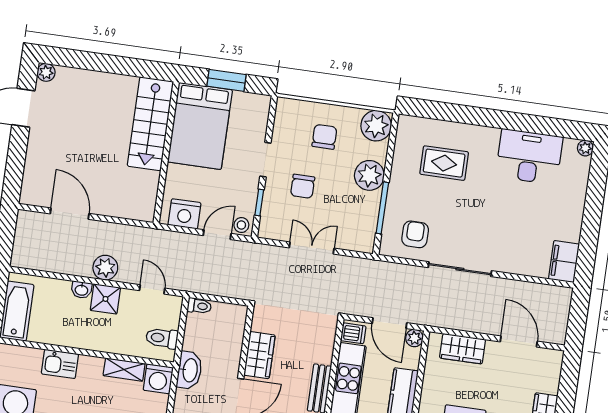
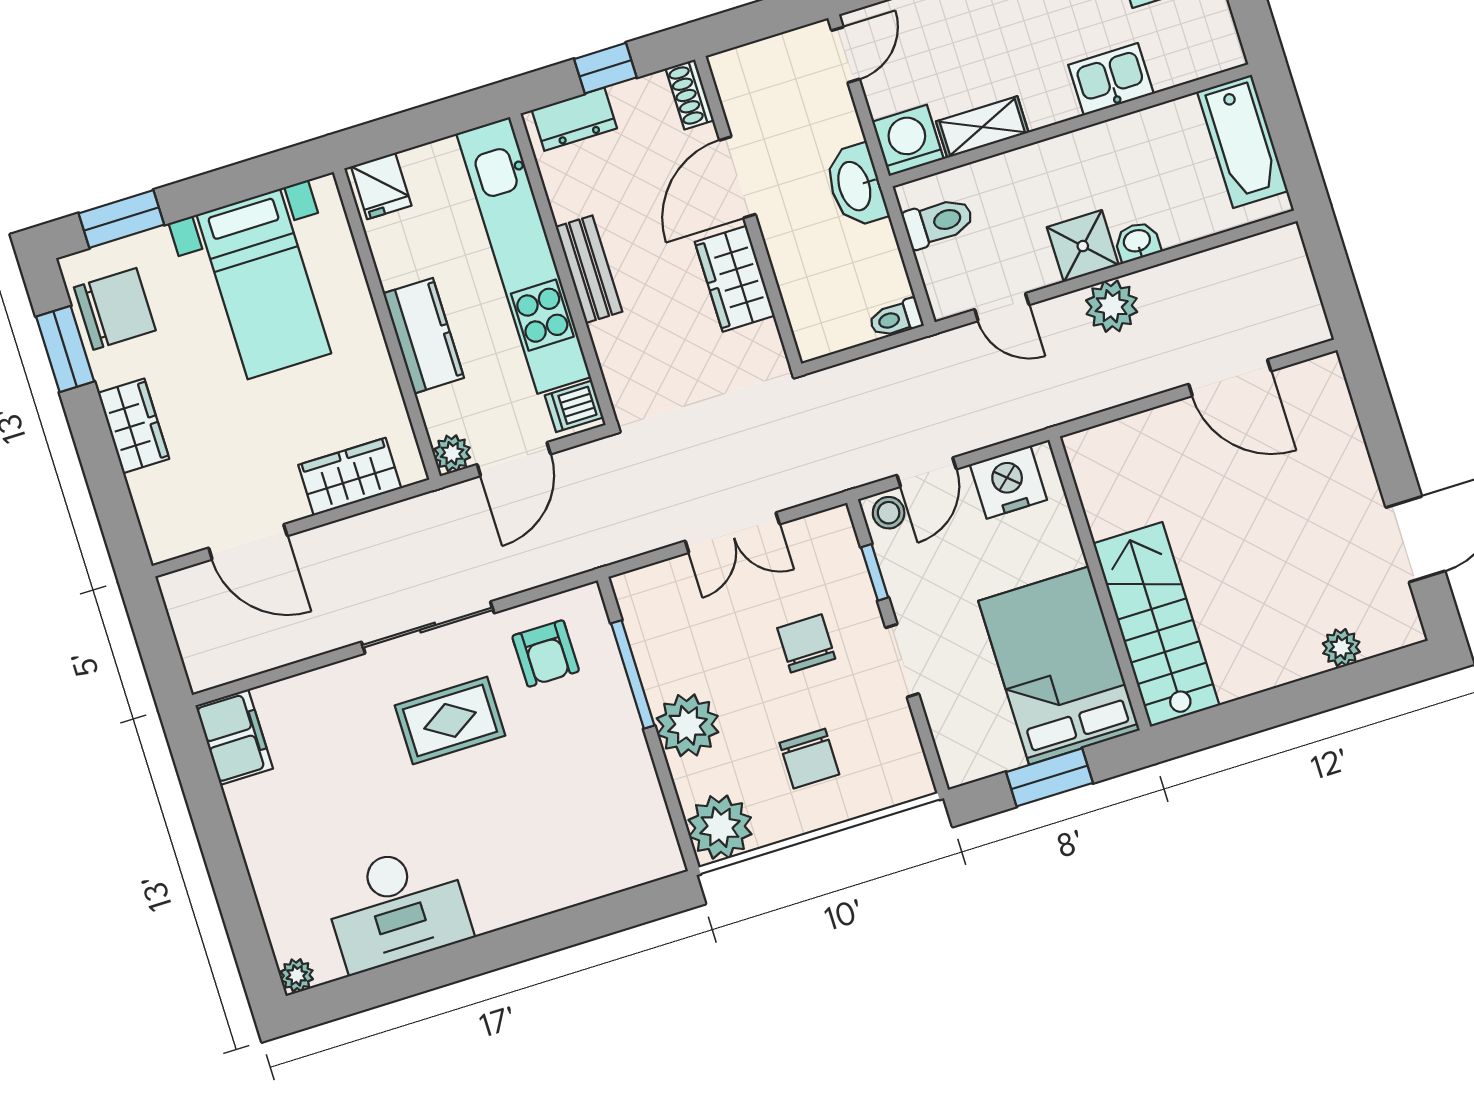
plant: (46, 72) -> (1341, 648), moved
rug: (444, 163) -> (450, 720), moved
door: (389, 323) -> (514, 459), swing flipped

